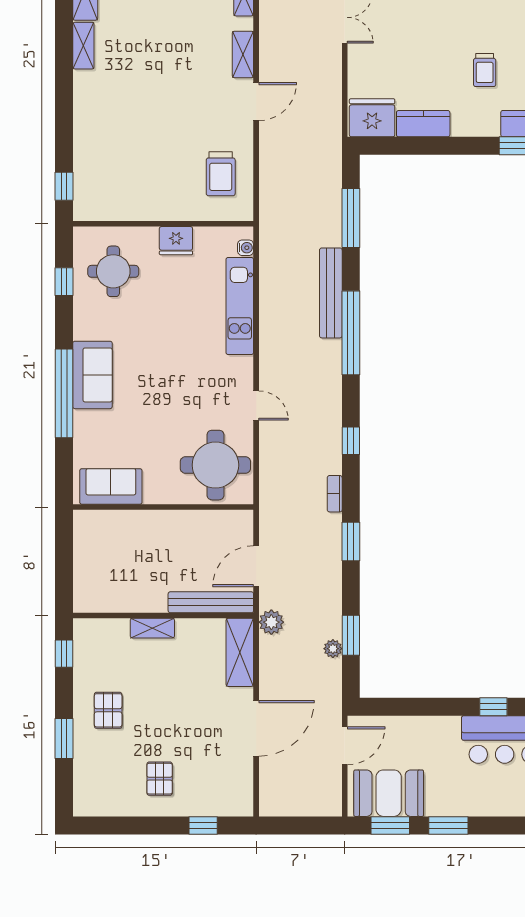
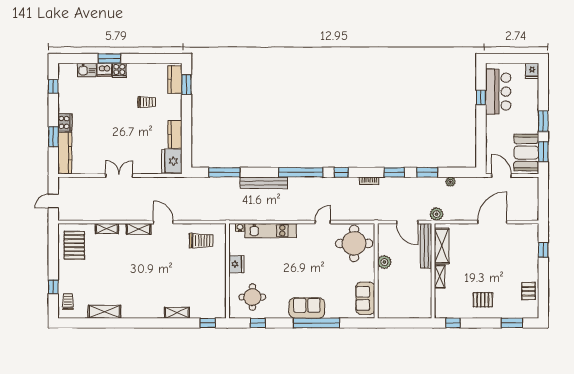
shelving: (83, 46) -> (177, 313), moved
window: (351, 333) -> (301, 172), moved
plant: (180, 523) -> (384, 262), added
window: (351, 635) -> (427, 172), moved
shelving: (240, 652) -> (442, 246), moved, turned 90
door: (256, 728) -> (492, 222), hinge flipped
window: (64, 738) -> (512, 323), moved
pallet: (160, 779) -> (528, 291), moved, turned 90

